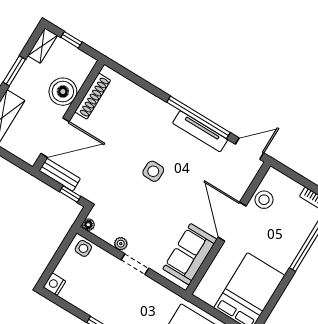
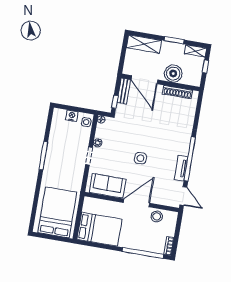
tv unit: (200, 131) -> (181, 168), width x0.71
side table: (153, 171) -> (140, 158), moved
nightstand: (54, 284) -> (72, 116), moved

